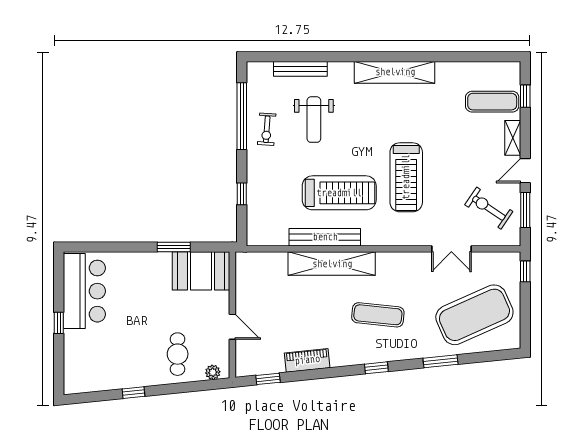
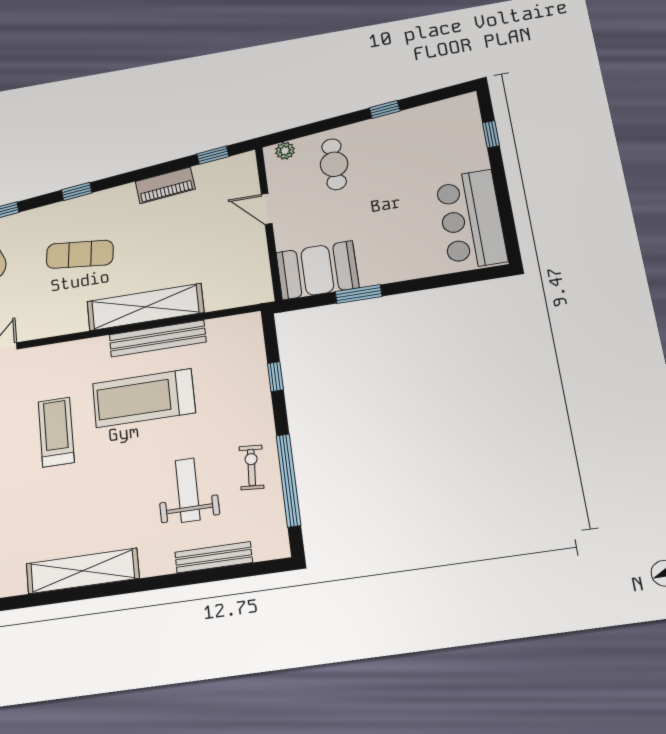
treadmill: (406, 177) -> (56, 432), width x0.73, depth x0.73
window: (59, 323) -> (491, 134), moved

